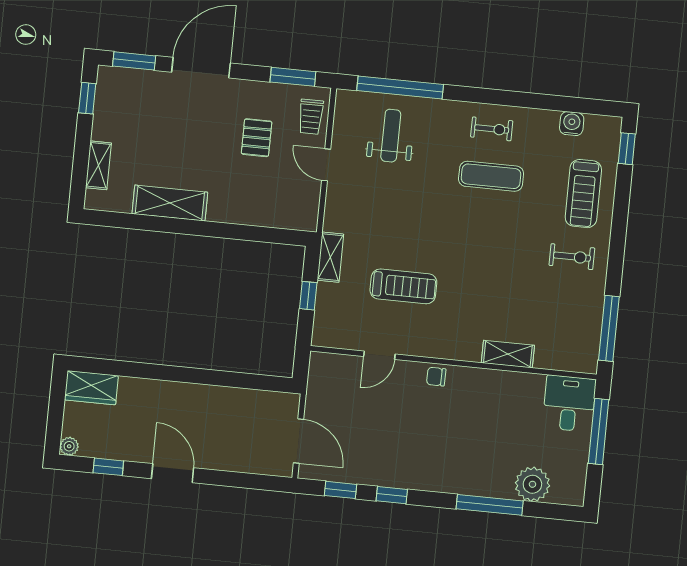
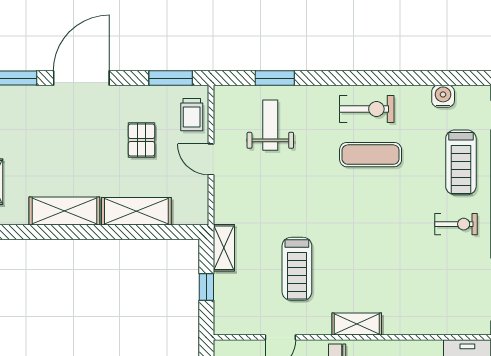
window: (400, 87) -> (275, 78), width x0.47
exercise bike: (492, 129) -> (367, 109), width x1.38, depth x1.39
shelving: (244, 211) -> (136, 211), added
treadmill: (403, 286) -> (297, 269), turned 90
shelving: (508, 354) -> (357, 324), moved

